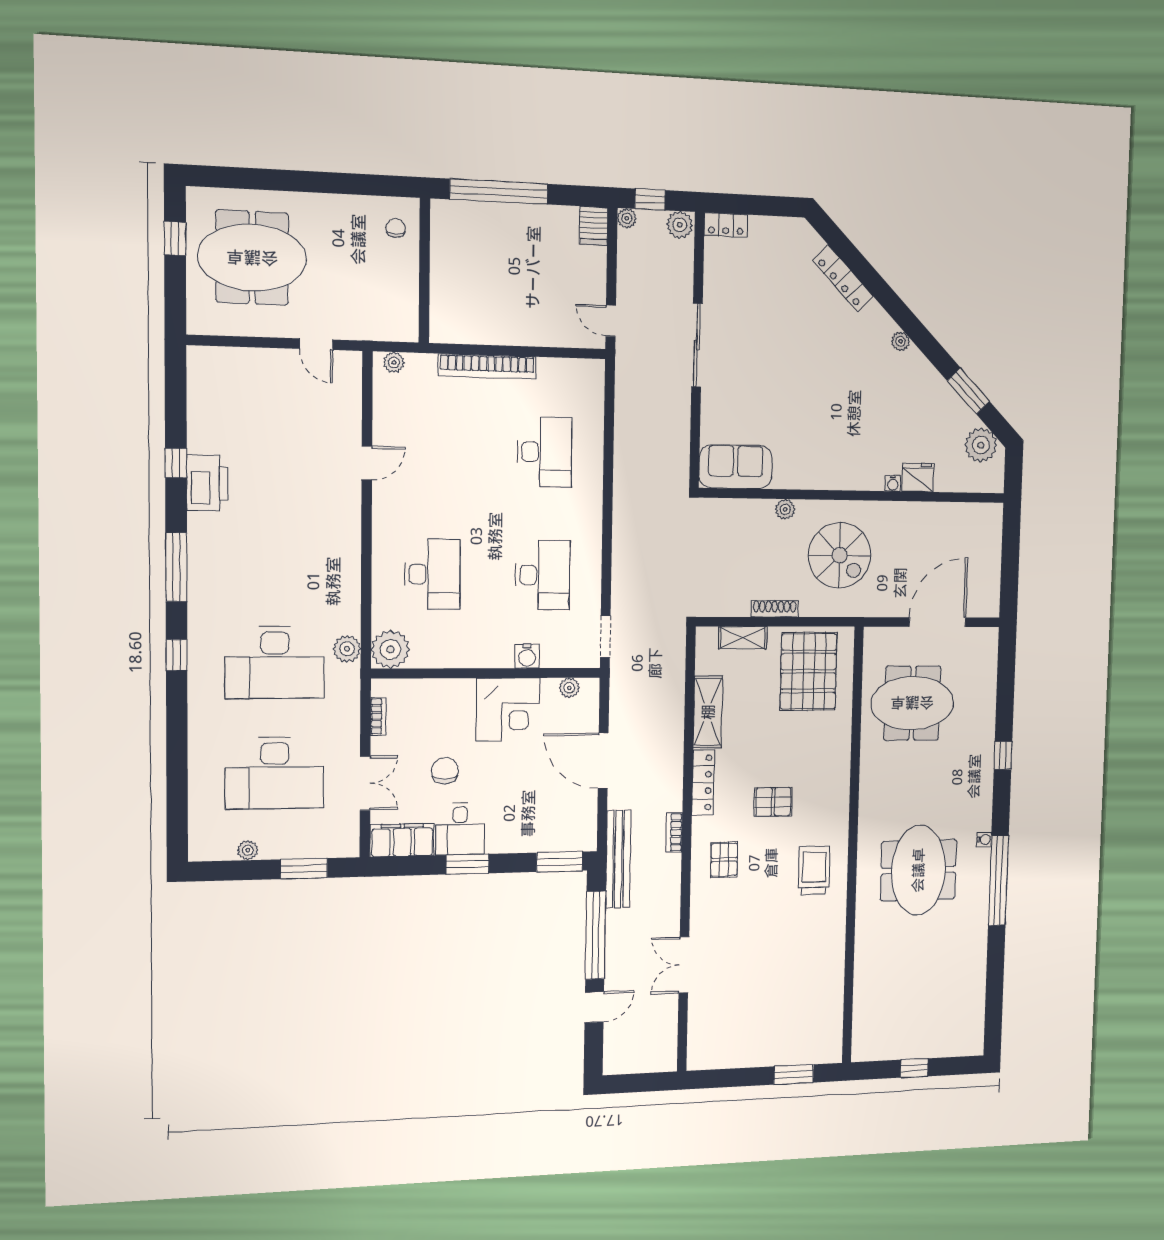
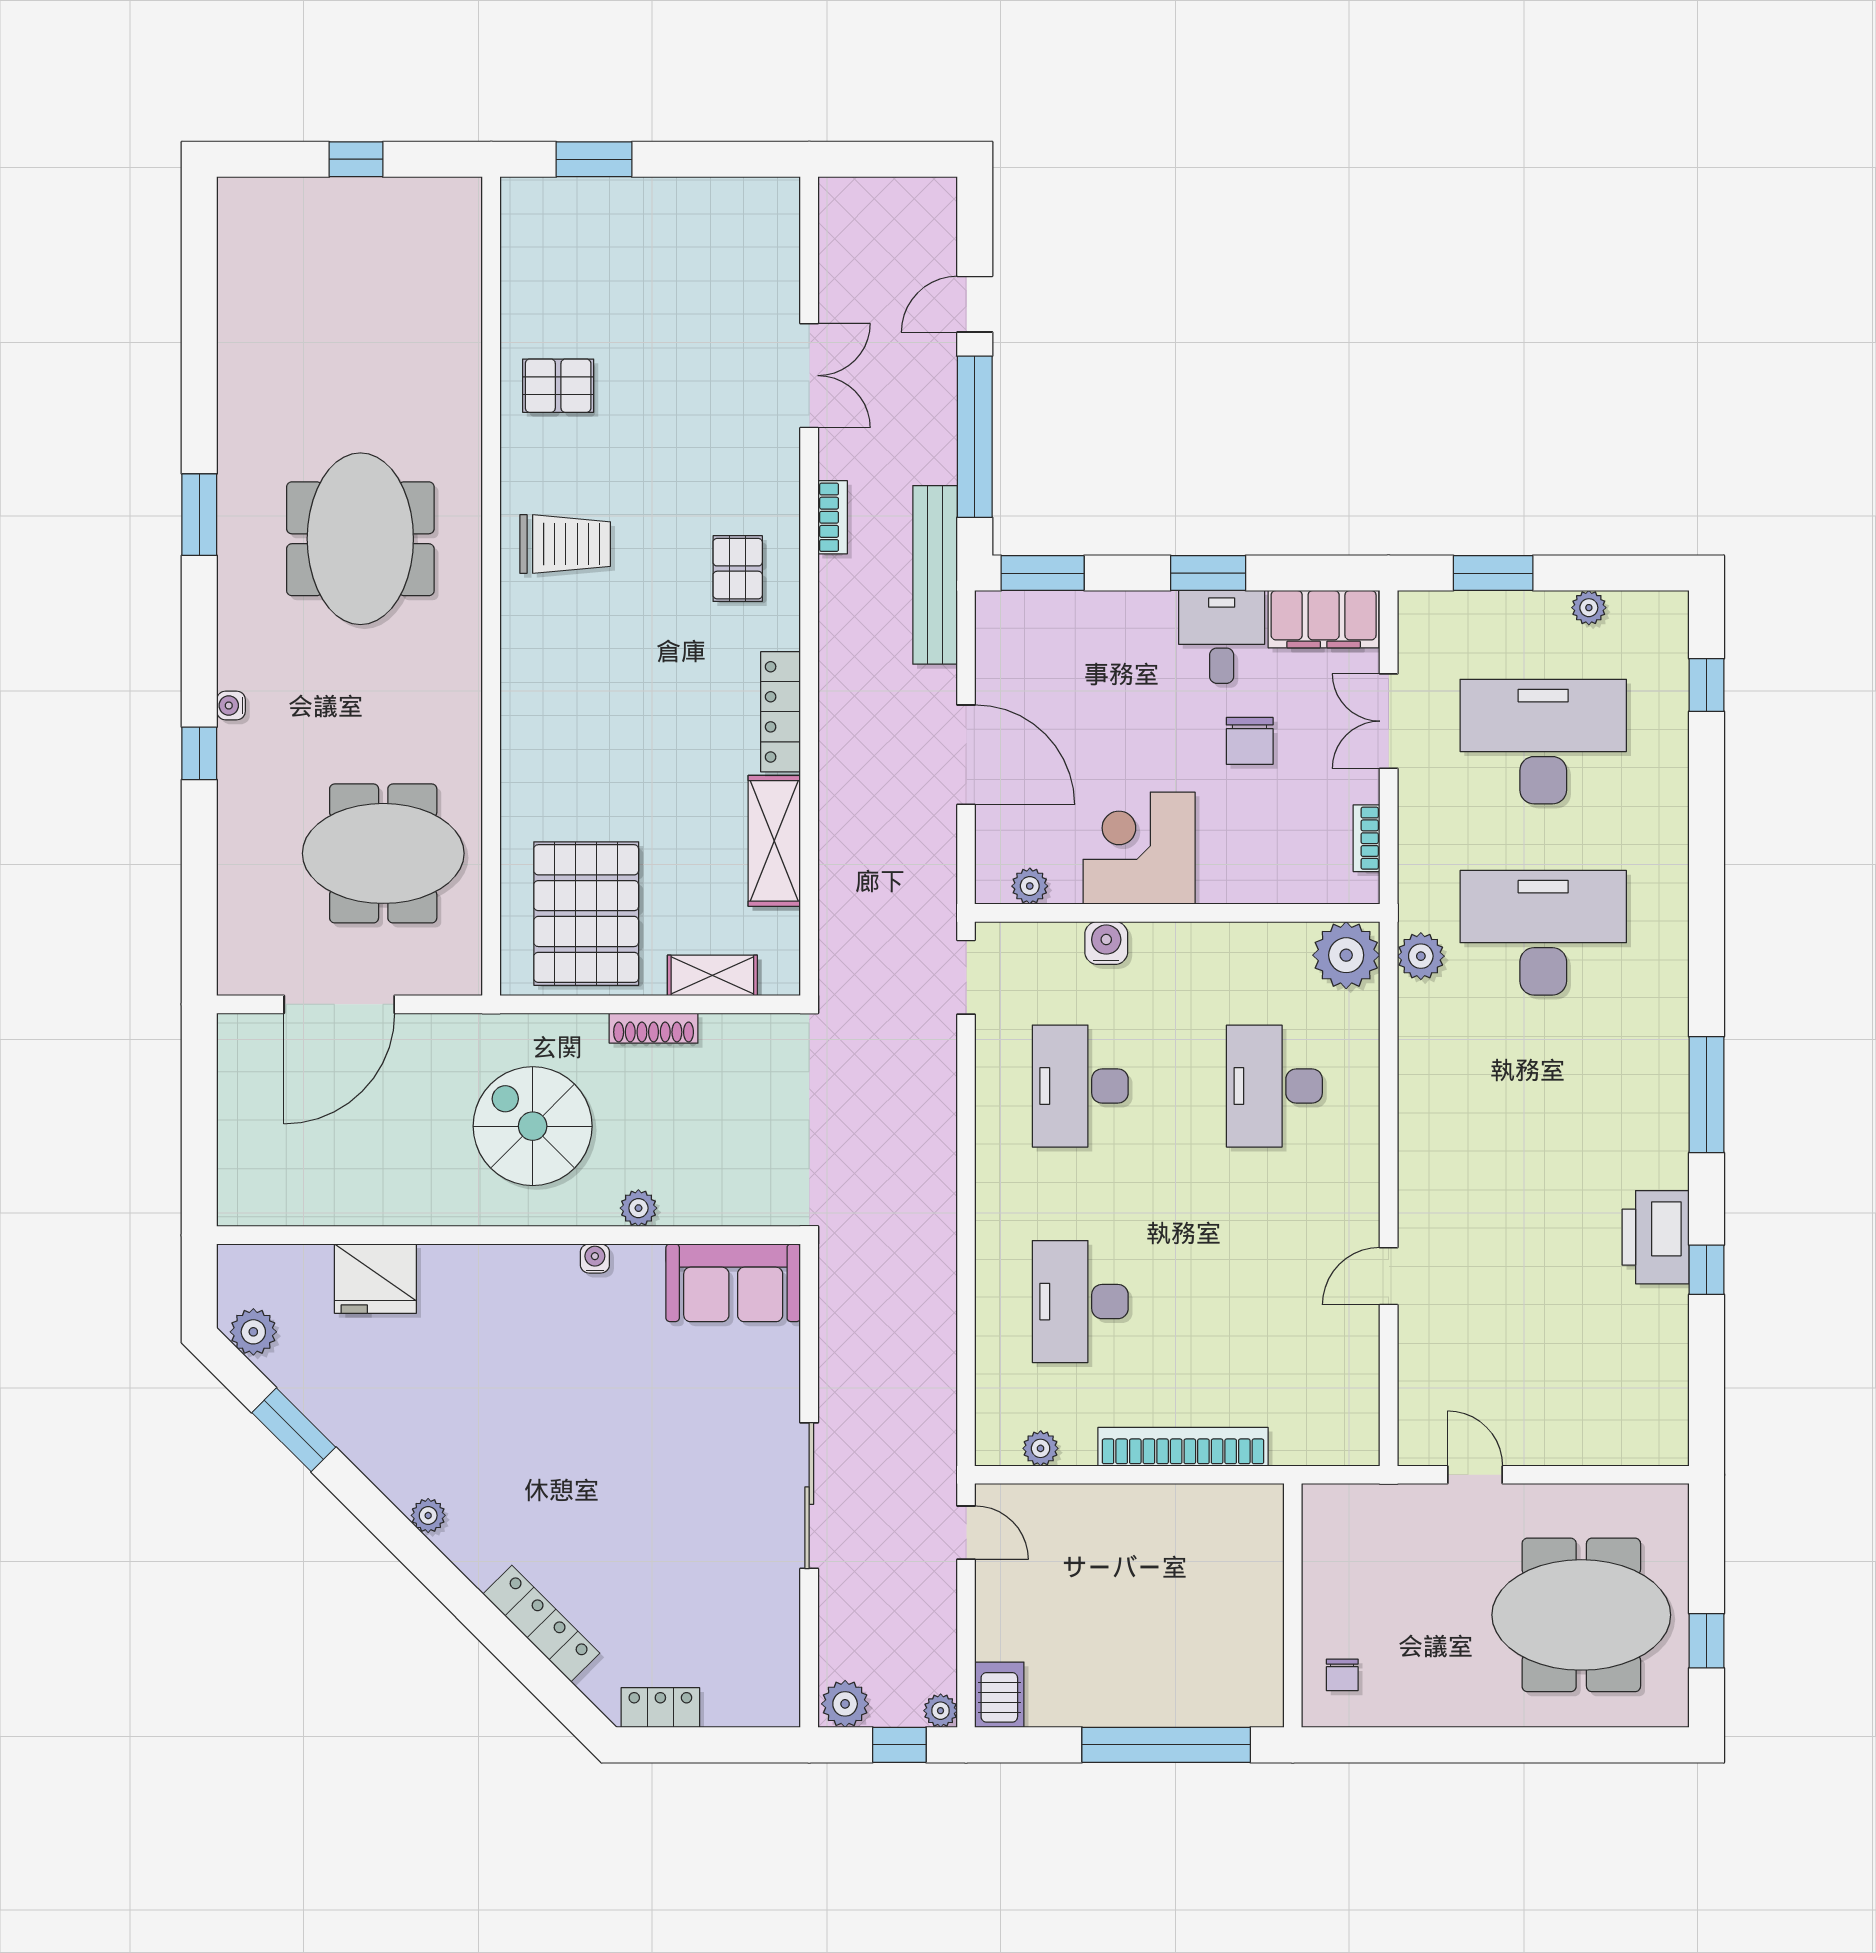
locker: (726, 225) -> (660, 1708), moved
plant: (394, 362) -> (1041, 1448), moved
plant: (981, 445) -> (253, 1332), width x0.73, depth x0.73
fridge: (918, 478) -> (375, 1279), width x1.36, depth x1.34
water cooler: (893, 483) -> (595, 1258), moved
window: (177, 655) -> (1707, 685), moved
pallet: (773, 802) -> (558, 386), moved
bookcase: (674, 833) -> (833, 517), moved
water cooler: (984, 839) -> (231, 705), moved
trolley: (814, 870) -> (565, 544), turned -90
window: (998, 880) -> (199, 515), width x0.47

